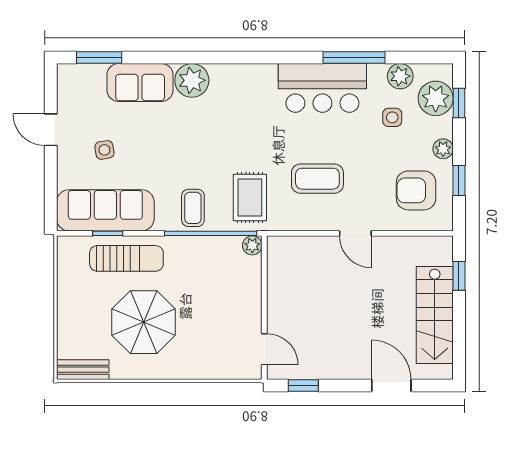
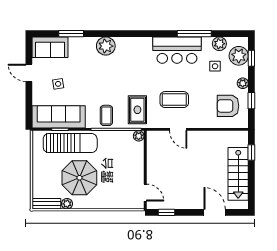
window: (99, 58) -> (71, 34), moved
sofa: (140, 83) -> (50, 47), moved
door: (355, 233) -> (178, 129), moved
sun lounger: (126, 258) -> (70, 143), width x1.36, depth x1.34
plant: (121, 370) -> (67, 204), added

